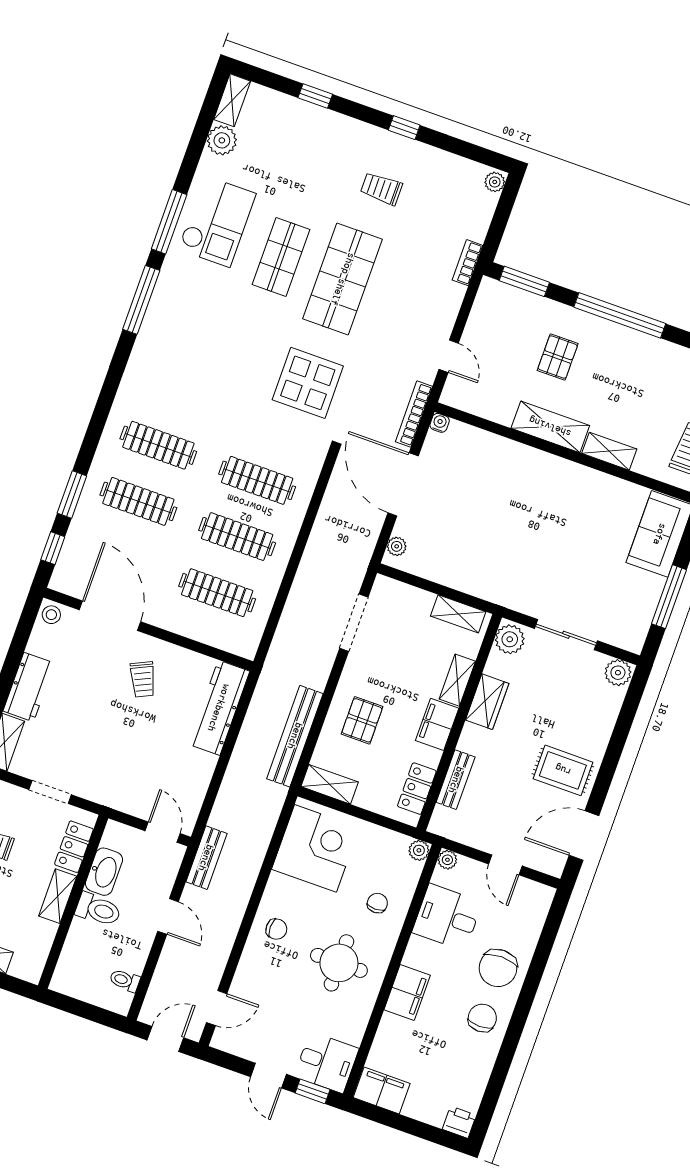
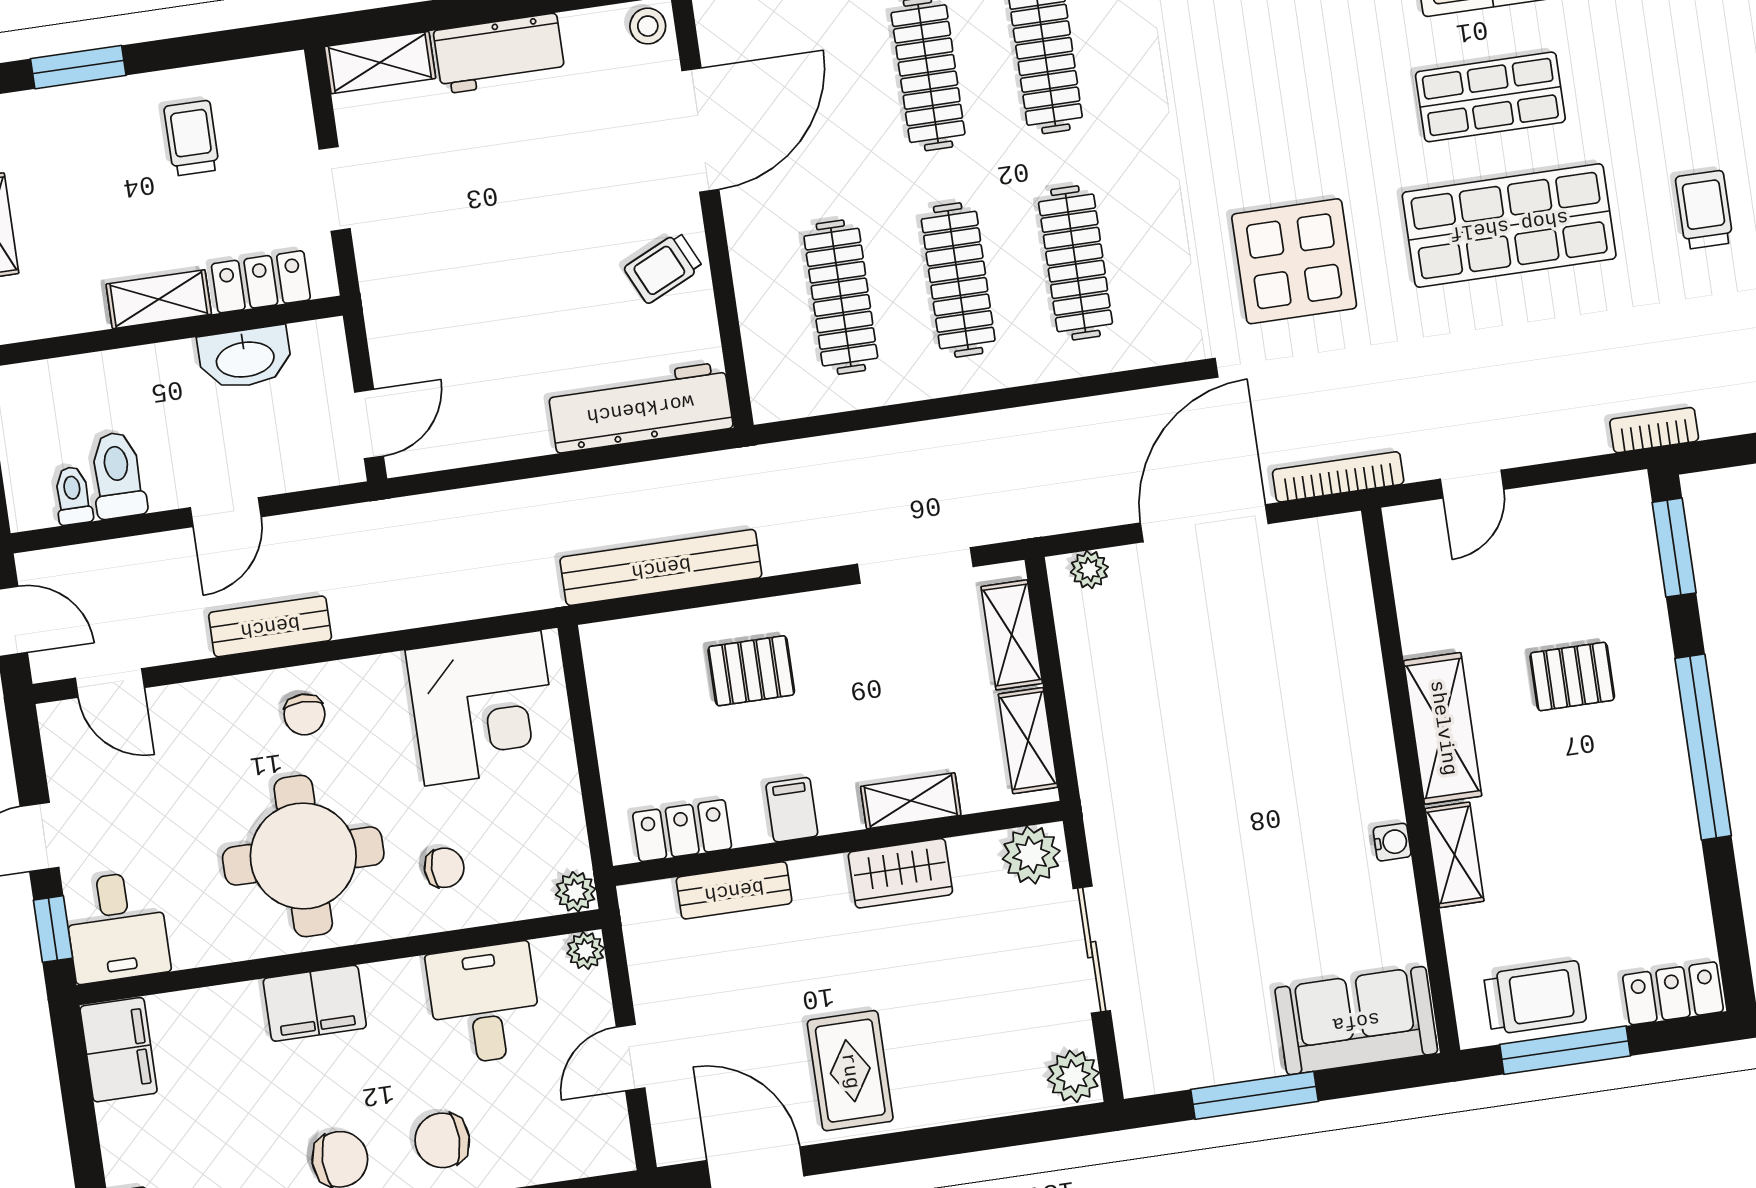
water cooler: (440, 423) -> (1392, 842), moved
trolley: (143, 679) -> (663, 268), moved
filing cabinet: (437, 724) -> (792, 810), width x0.50
shelving: (330, 784) -> (1012, 635), moved
bench: (206, 858) -> (270, 626), moved
toilet: (98, 910) -> (118, 475), moved, turned 180
round table: (339, 963) -> (303, 856), width x1.36, depth x1.36
chair: (498, 968) -> (442, 1140), width x0.73, depth x0.73

